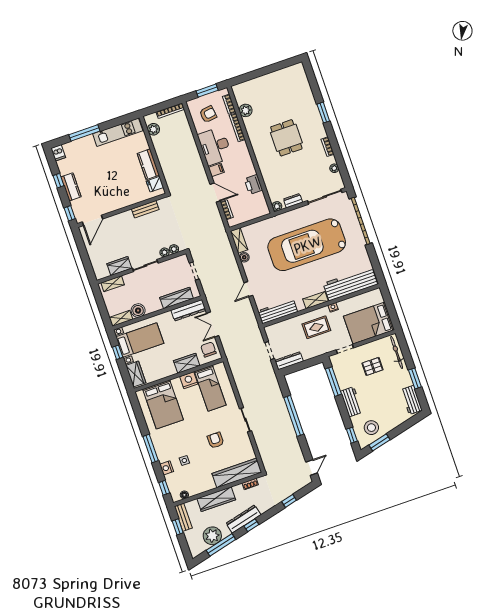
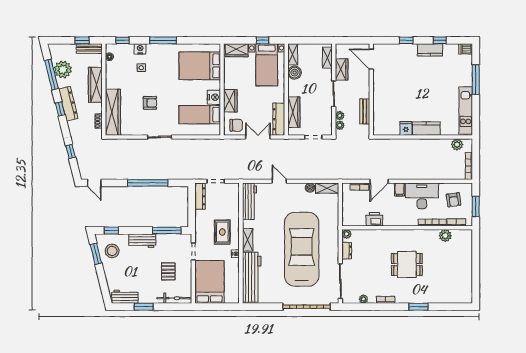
bench: (145, 209) -> (365, 111), moved
wall: (122, 210) -> (371, 90), moved
door: (92, 220) -> (371, 59), moved

